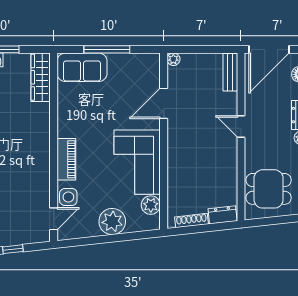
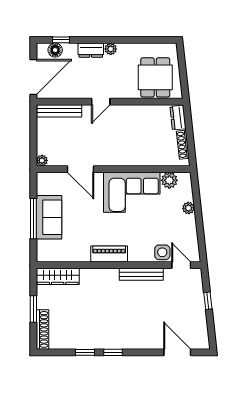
door: (269, 49) -> (33, 77), hinge flipped
sofa: (82, 67) -> (49, 217), moved
bench: (230, 72) -> (59, 111), width x1.36
piano: (66, 159) -> (109, 254), moved
bench: (43, 173) -> (141, 274), added
plant: (112, 221) -> (188, 208), width x0.53, depth x0.53

